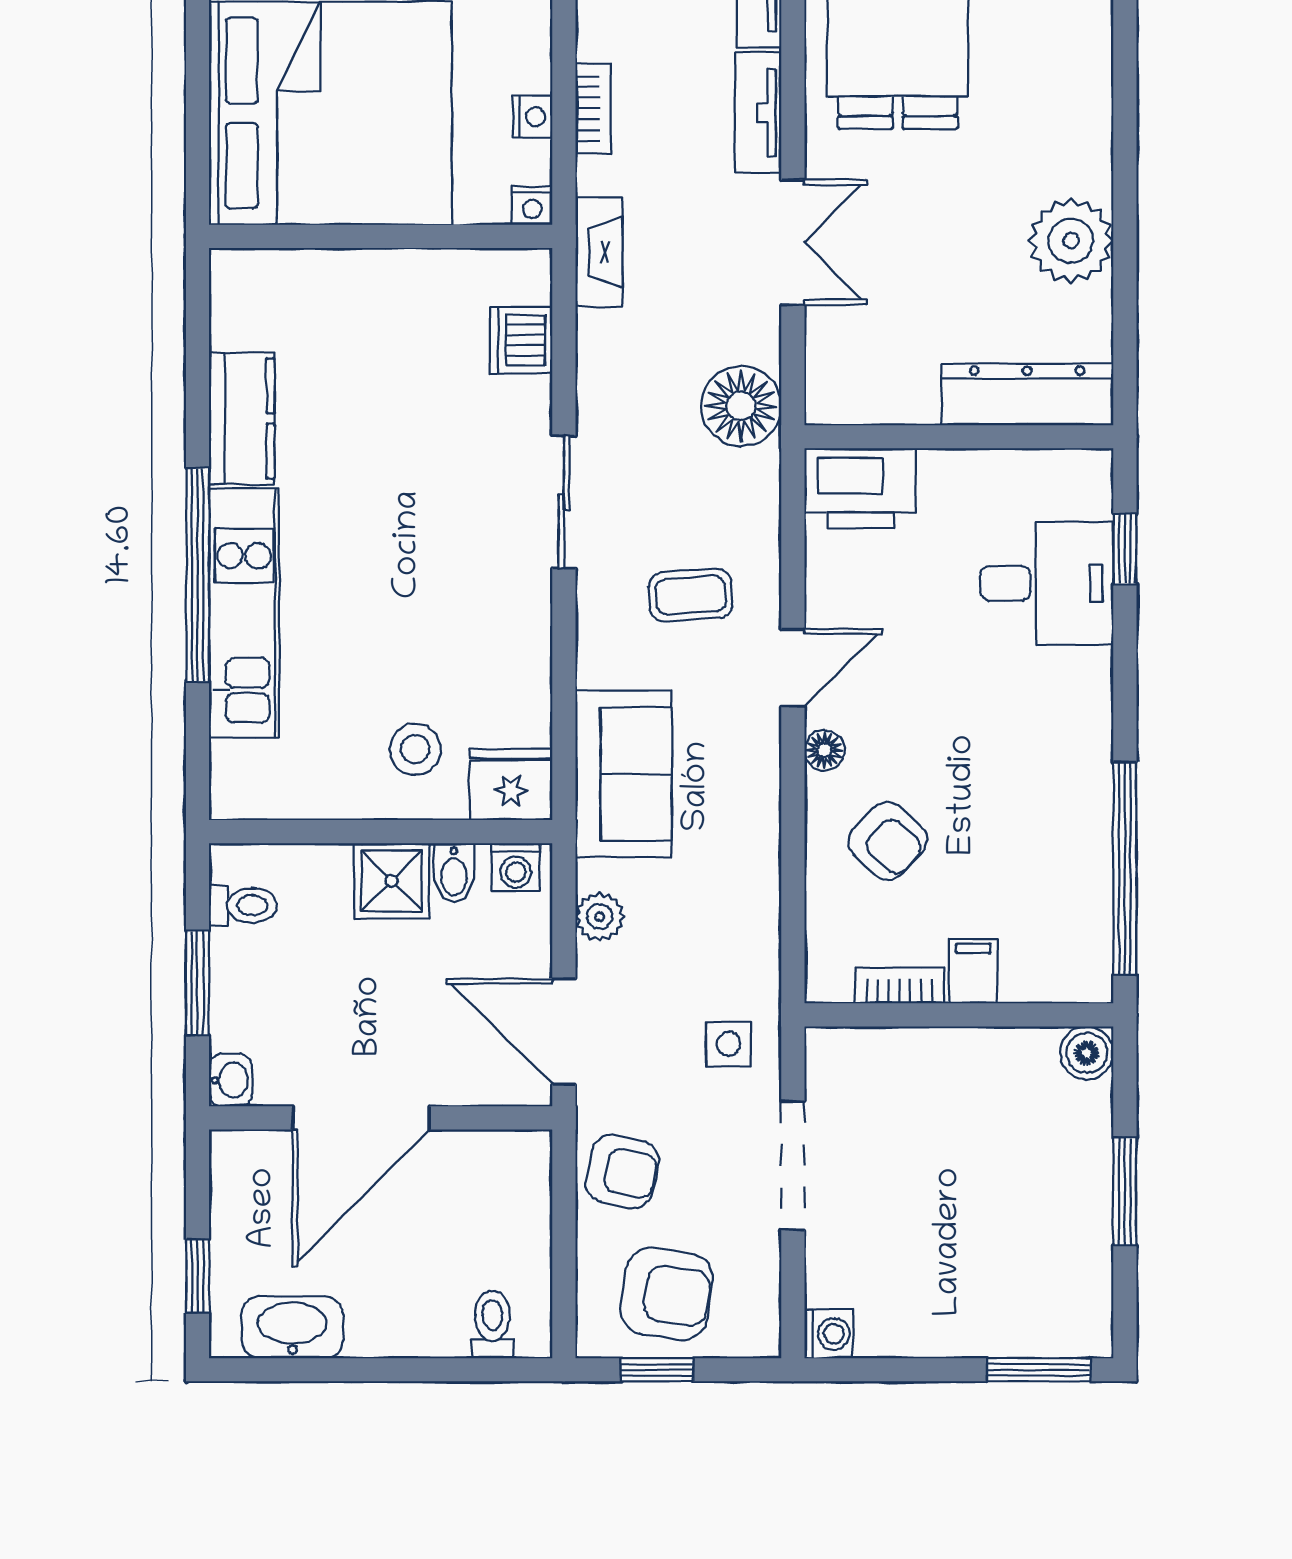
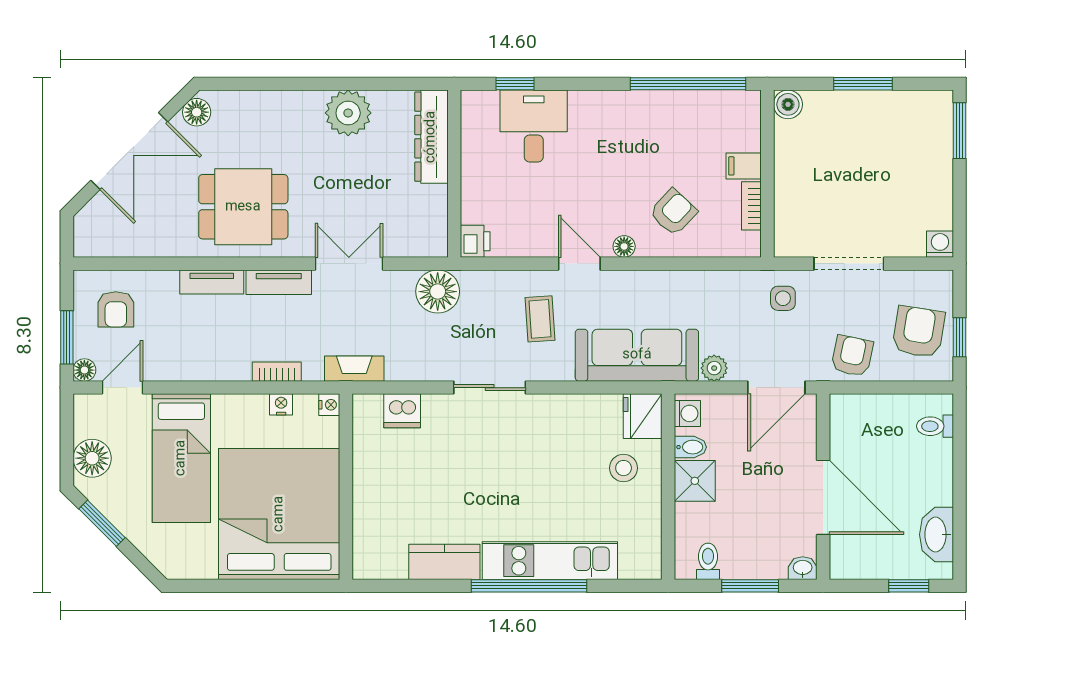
printer: (860, 488) -> (475, 241), width x0.53, depth x0.68
sofa: (624, 774) -> (637, 355), width x1.36

